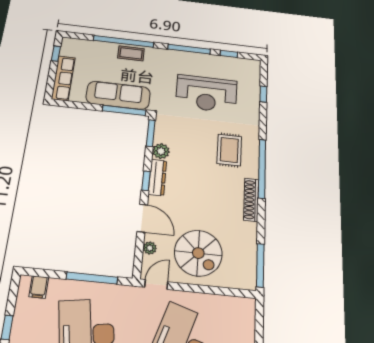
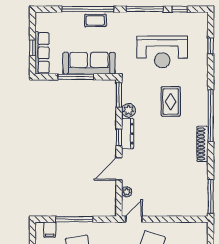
window: (56, 54) -> (33, 48), moved
window: (124, 110) -> (76, 77), moved
rug: (229, 150) -> (171, 101), moved
door: (142, 218) -> (119, 169), swing flipped
spiral stairs: (198, 253) -> (163, 192), removed
window: (92, 278) -> (74, 219), moved

